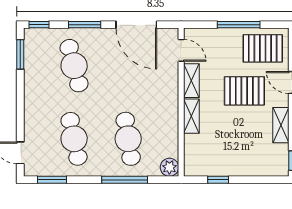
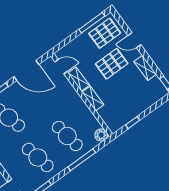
window: (239, 25) -> (92, 23), moved

